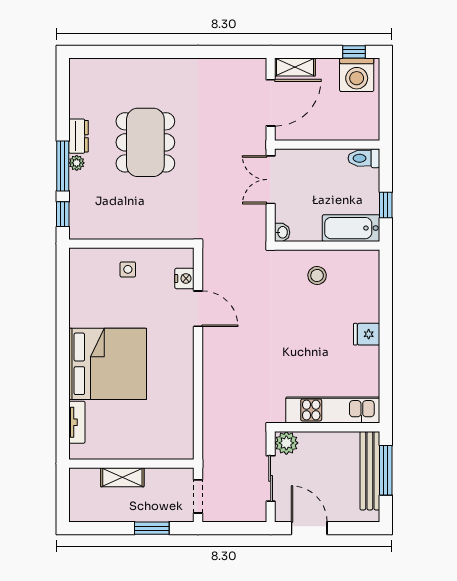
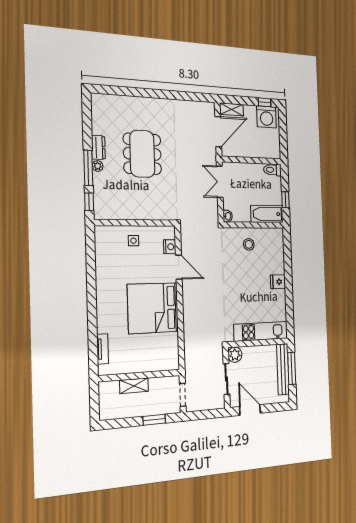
bed: (108, 364) -> (153, 308), moved, turned 180

